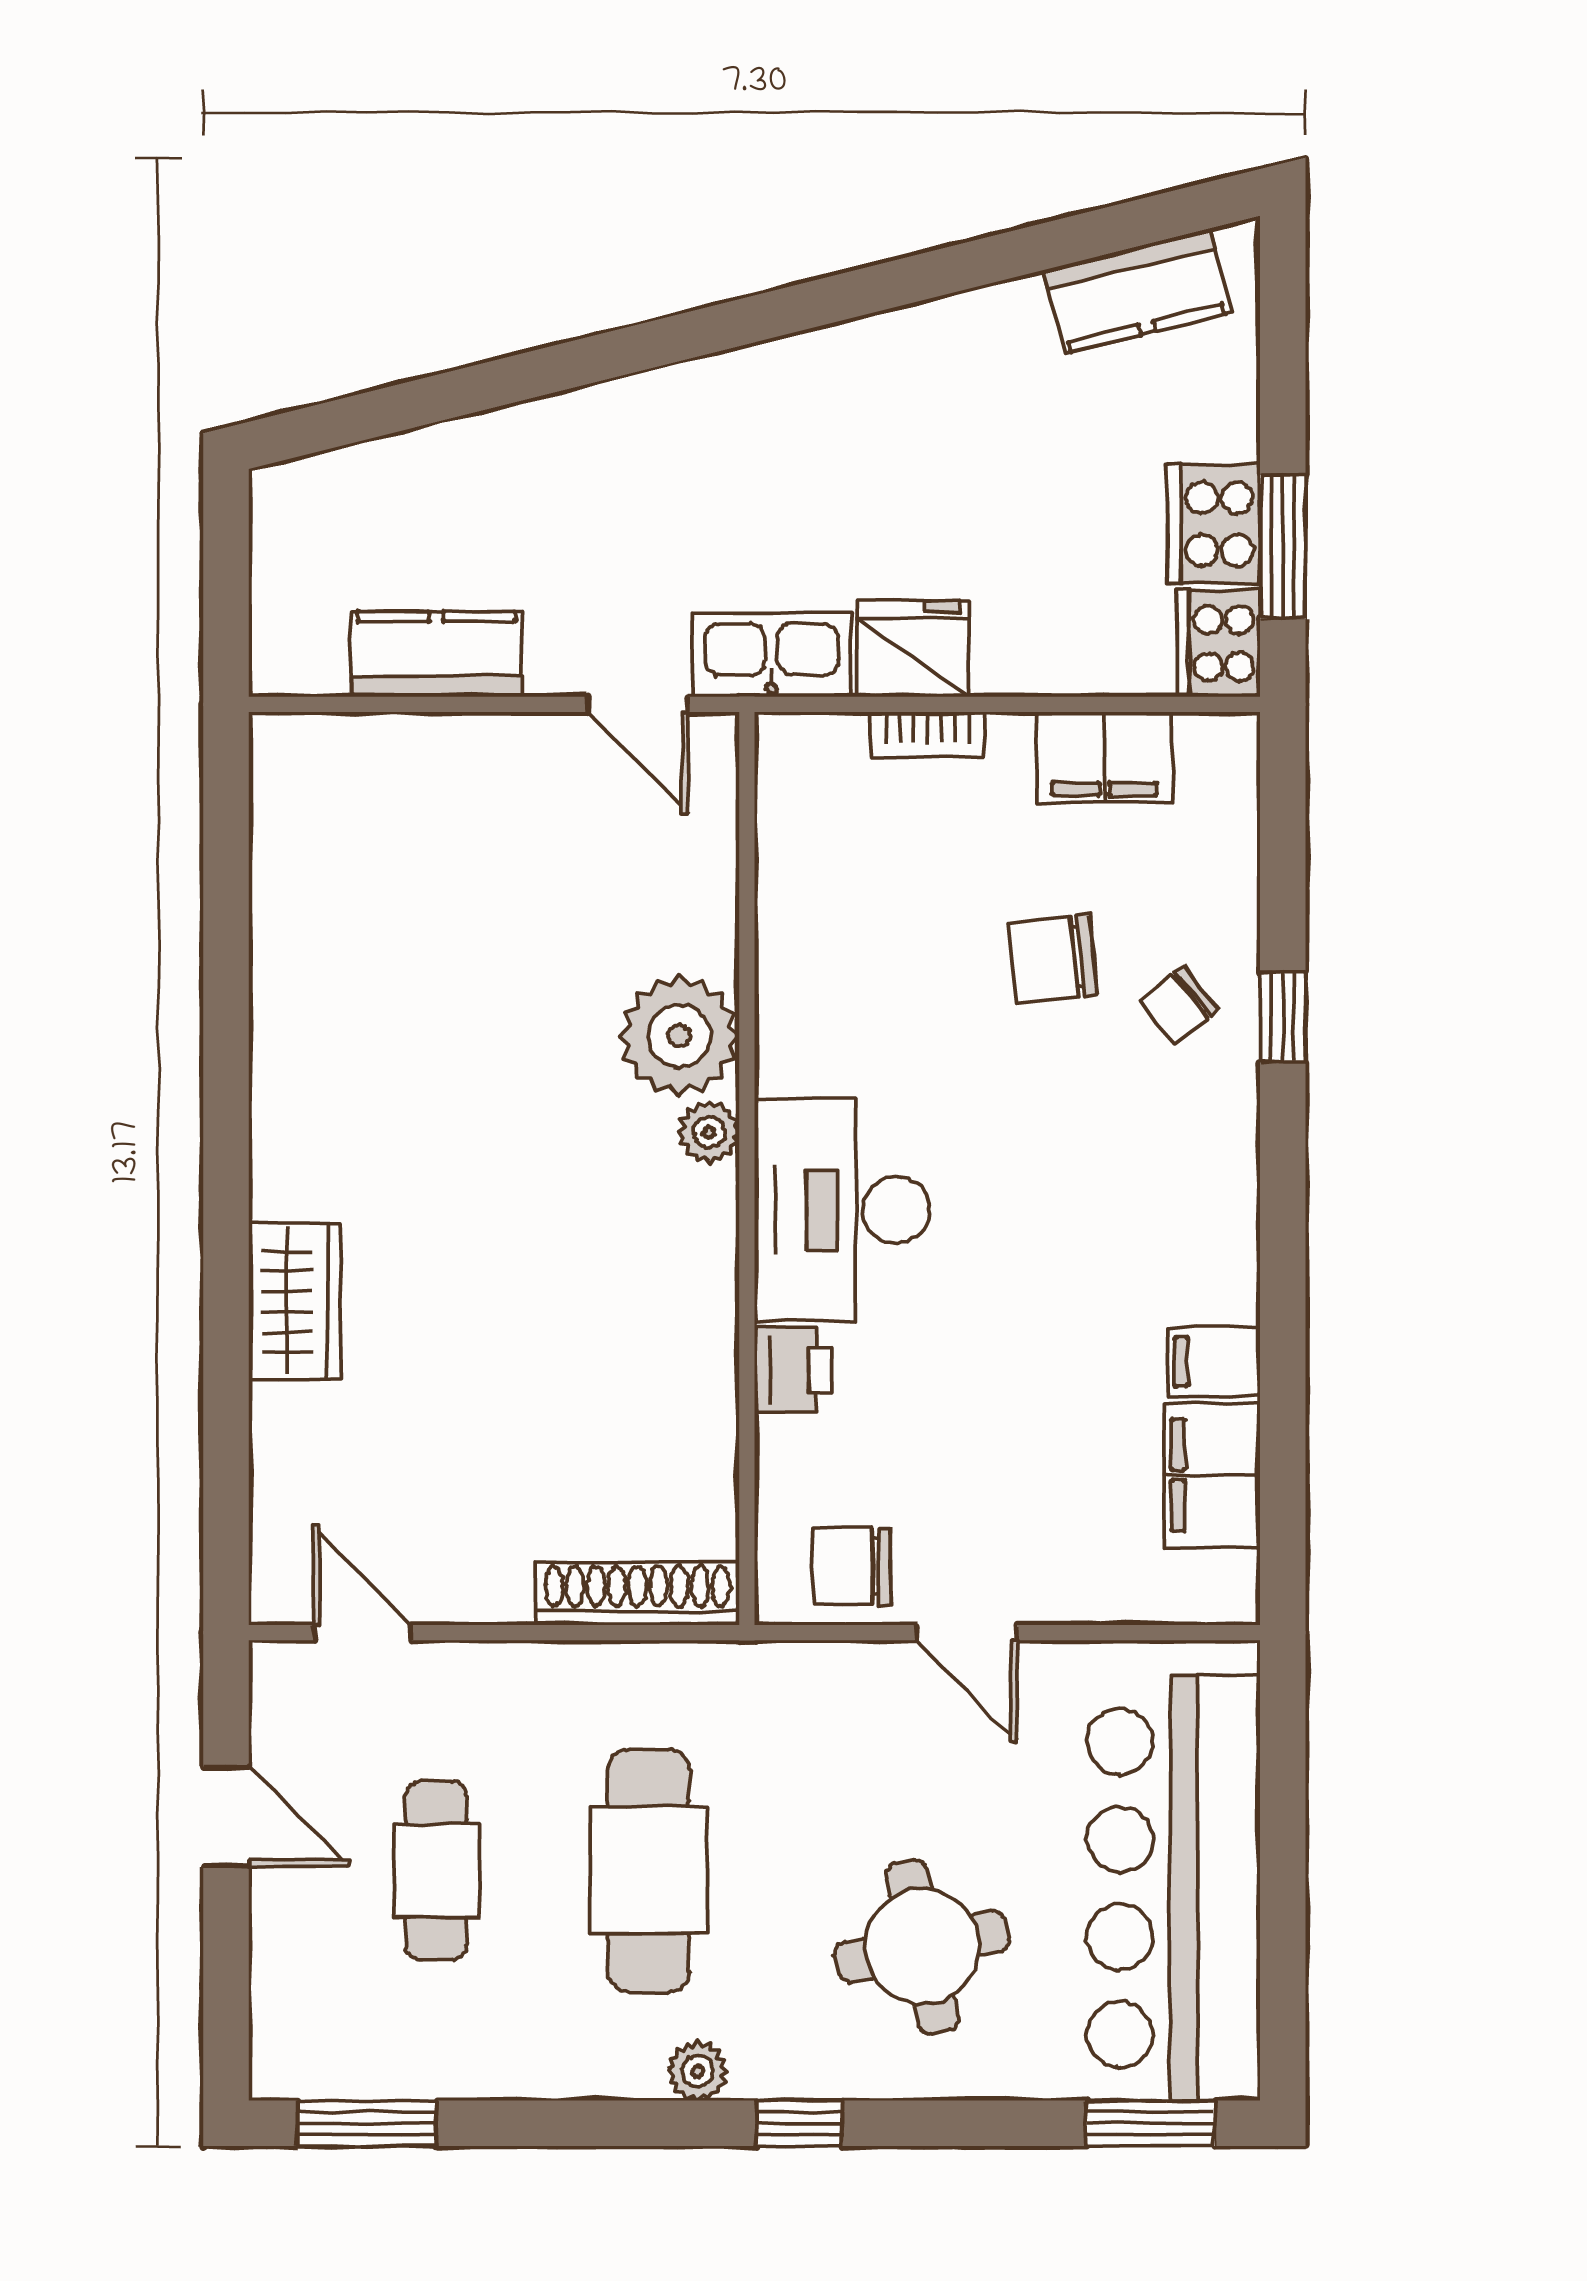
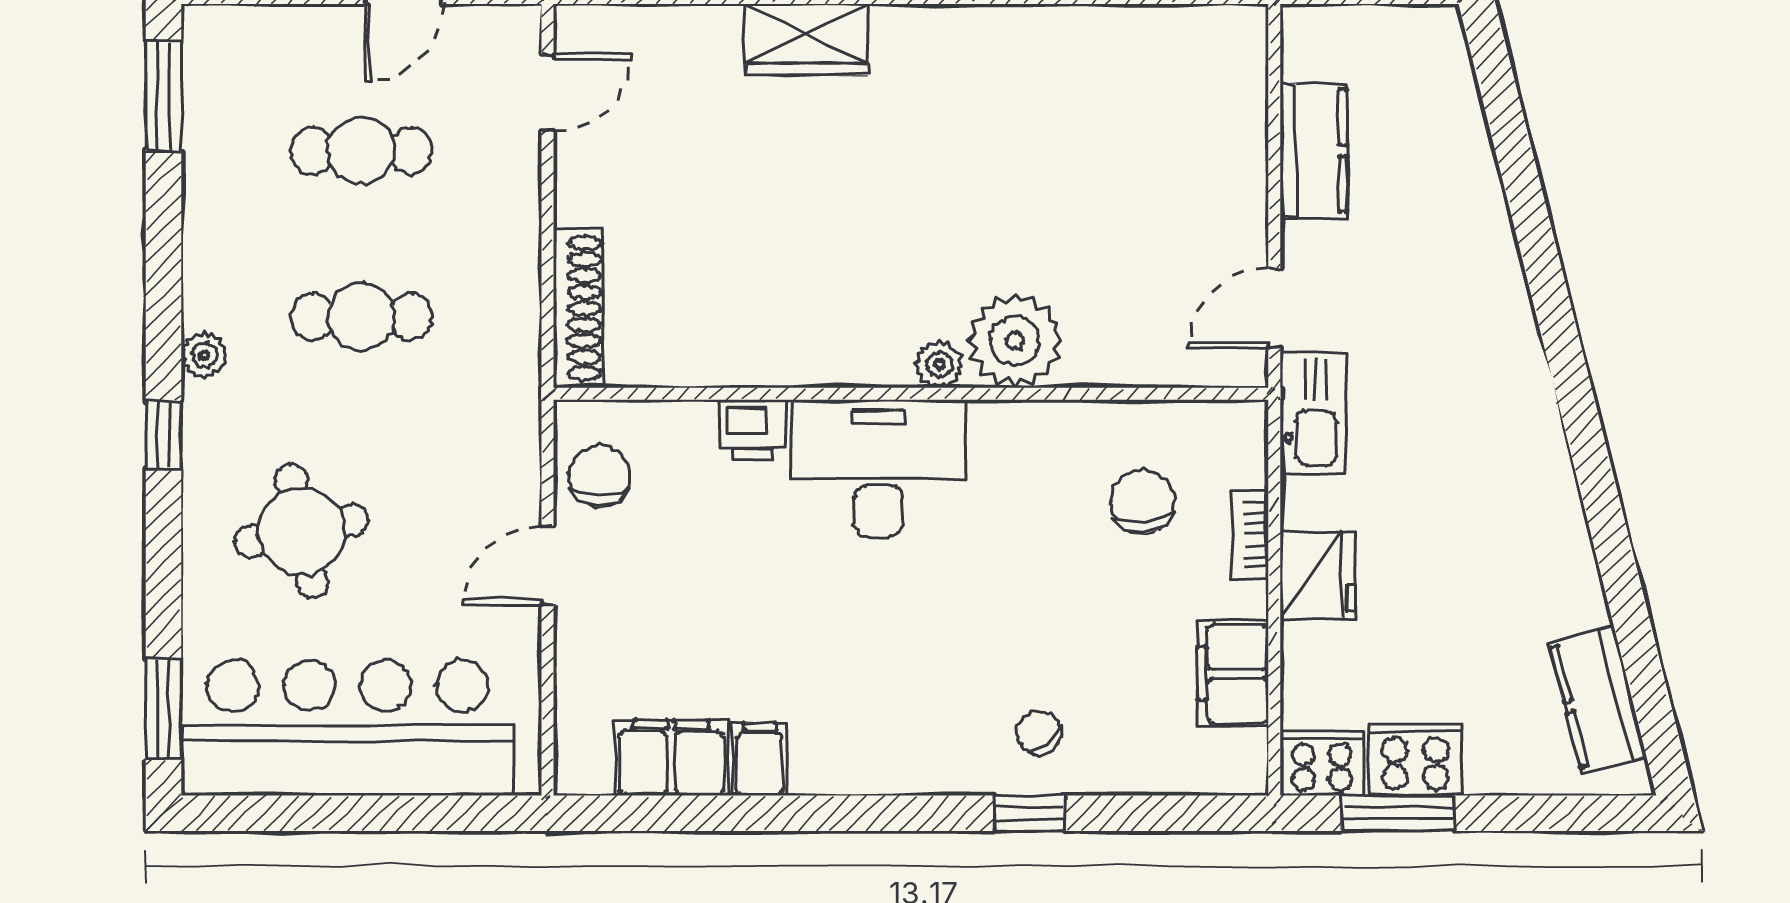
fridge: (913, 649) -> (1318, 575), moved
chair: (1053, 959) -> (1142, 502), moved
cafe table: (648, 1870) -> (361, 317), width x0.73, depth x0.74

